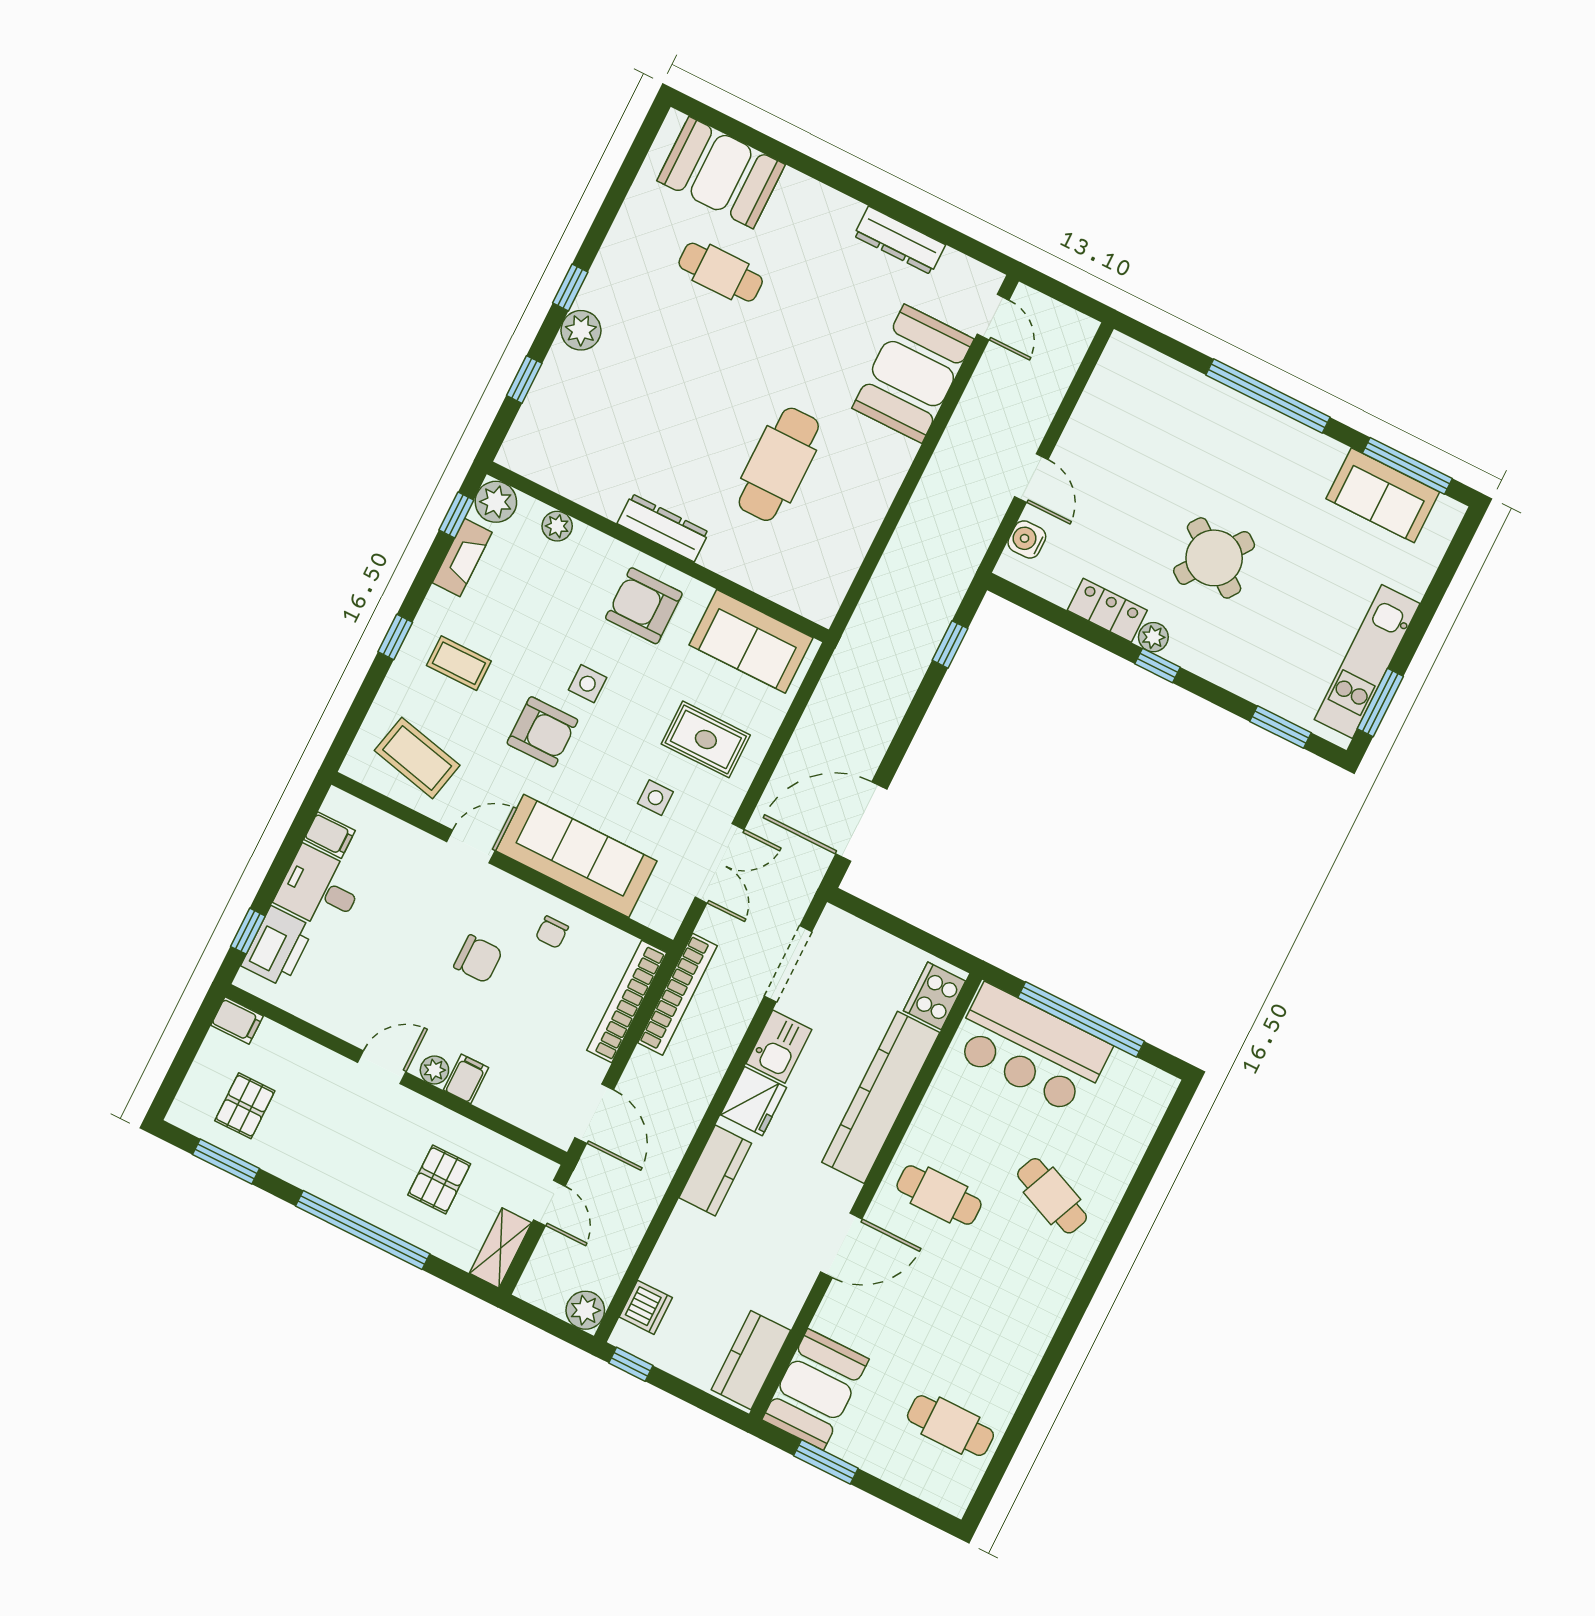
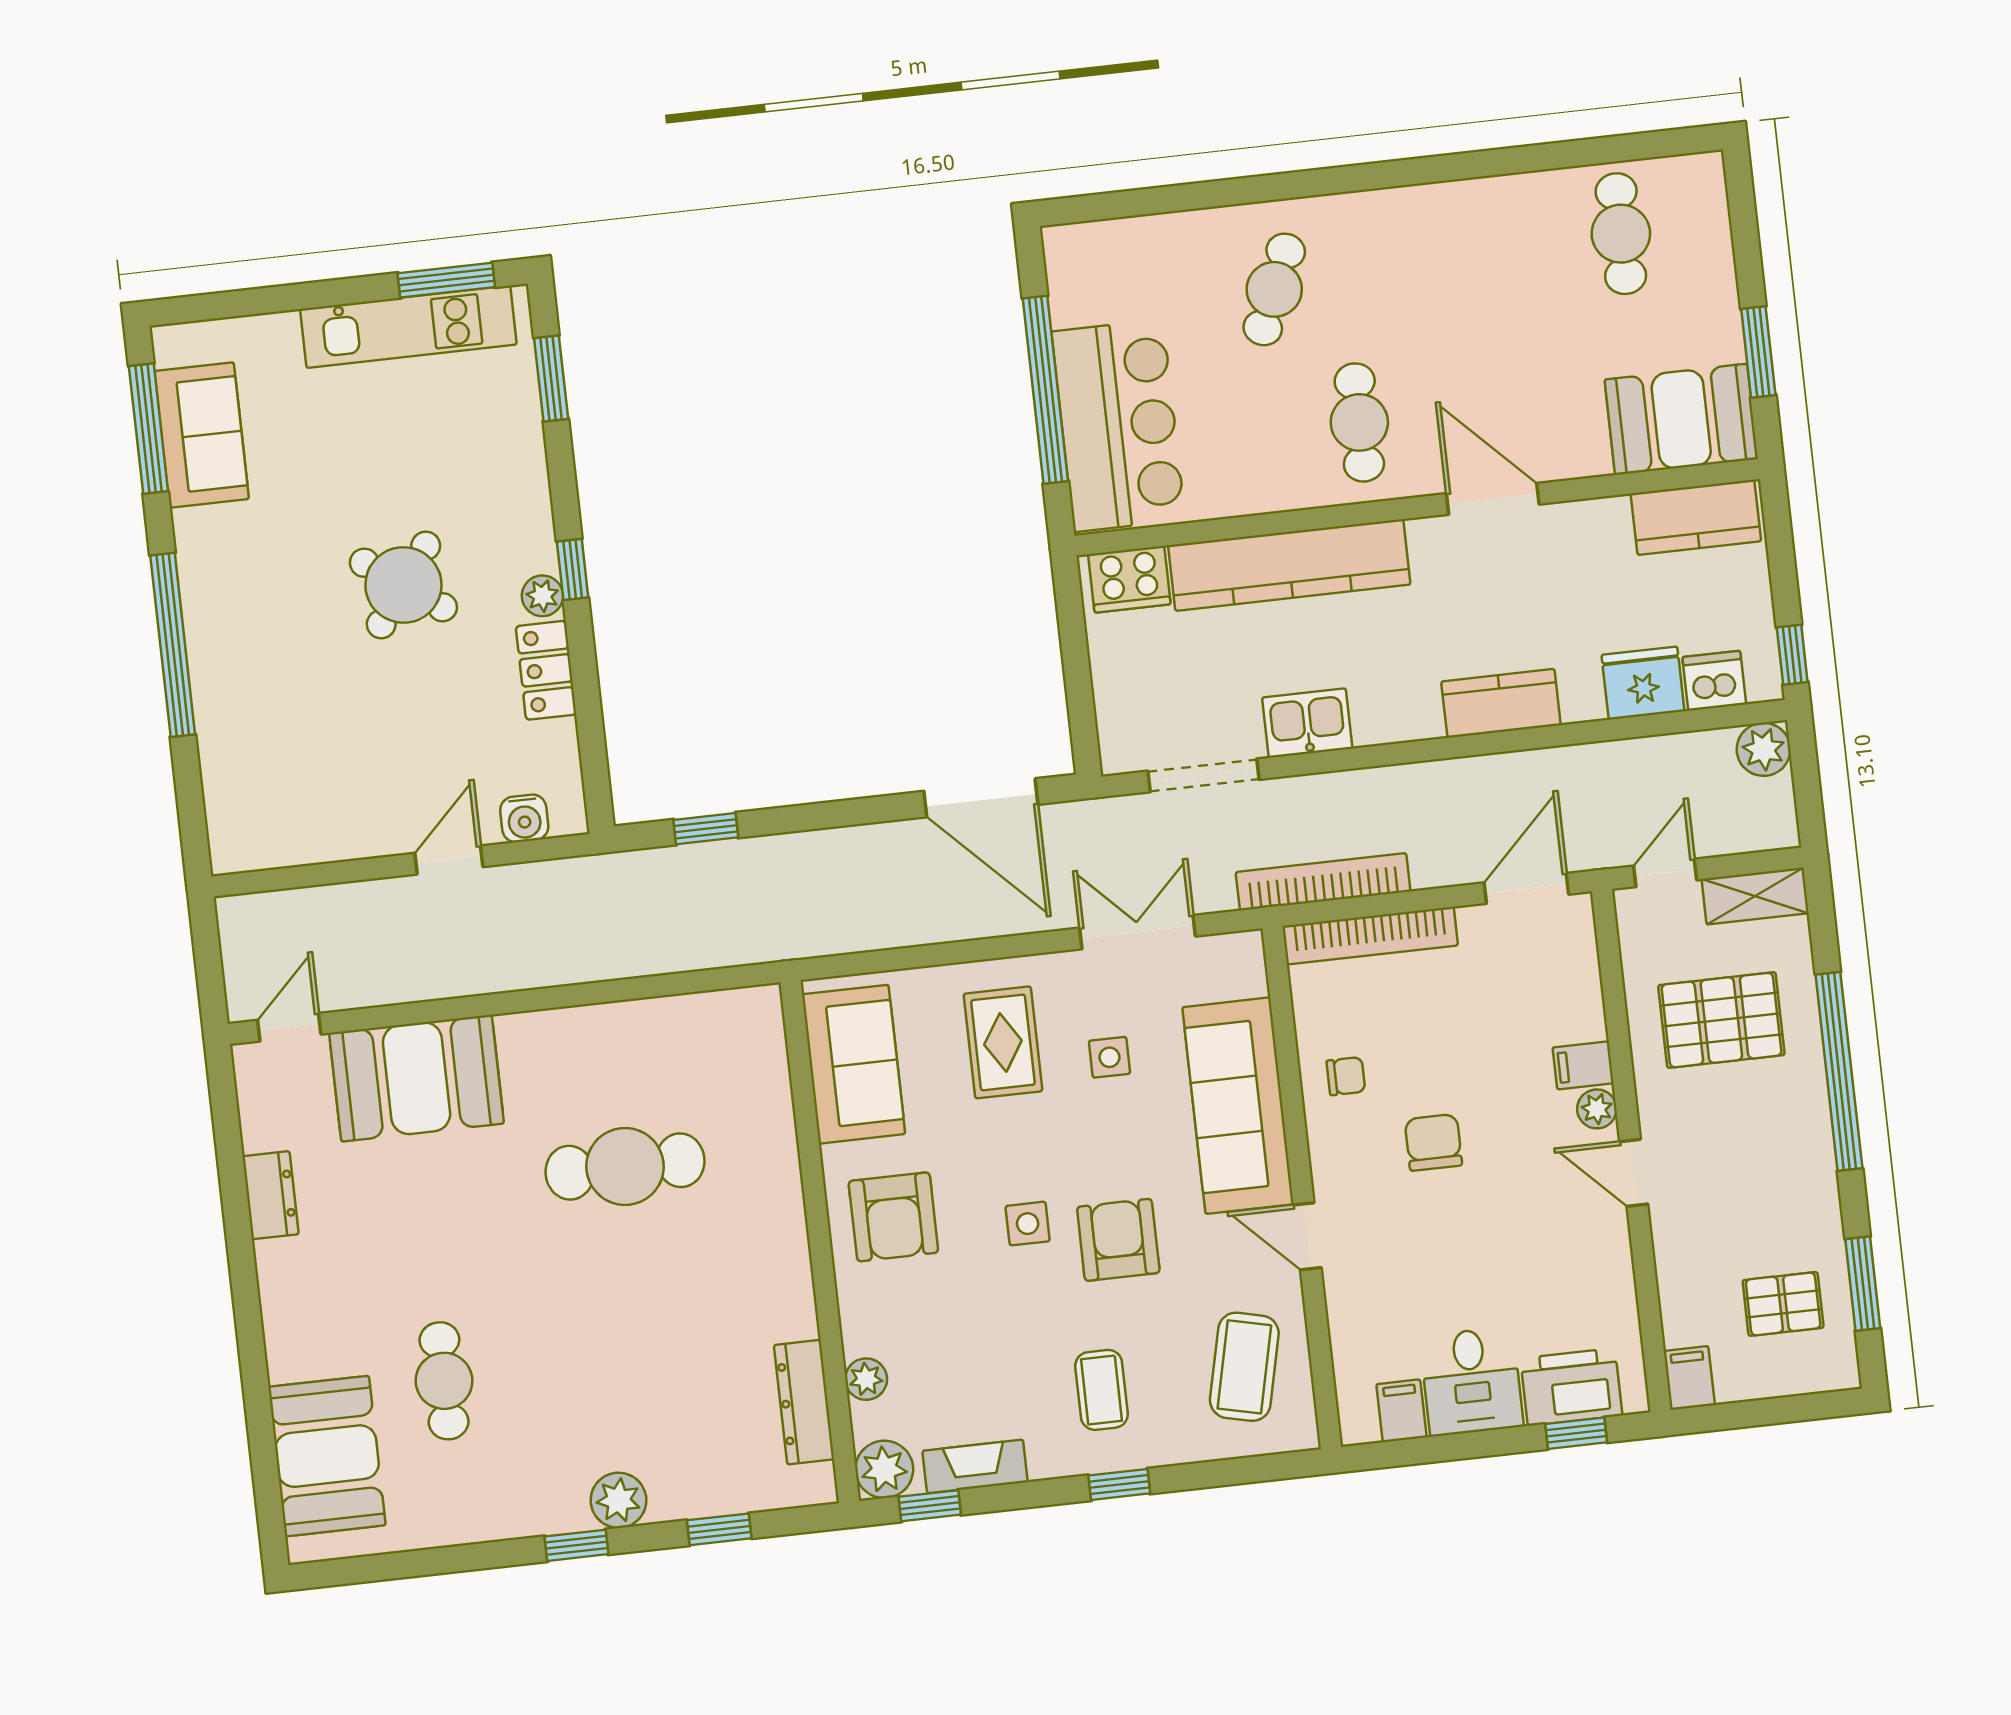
dresser: (900, 240) -> (271, 1195), width x0.70
dresser: (663, 528) -> (804, 1402), moved
fridge: (753, 1101) -> (1643, 683), moved
pallet: (439, 1179) -> (1721, 1020), width x1.50, depth x1.42

